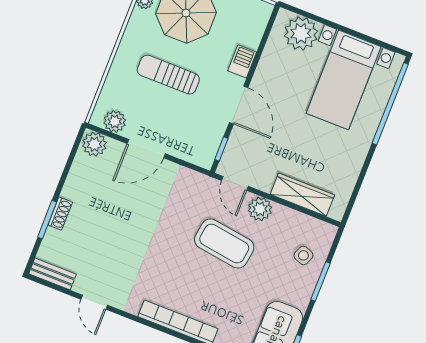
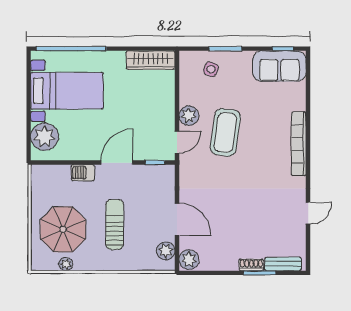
sun lounger: (168, 75) -> (115, 224), turned 180
wardrobe: (302, 195) -> (151, 60), moved, turned -90
bench: (52, 274) -> (283, 264), moved, turned 90

